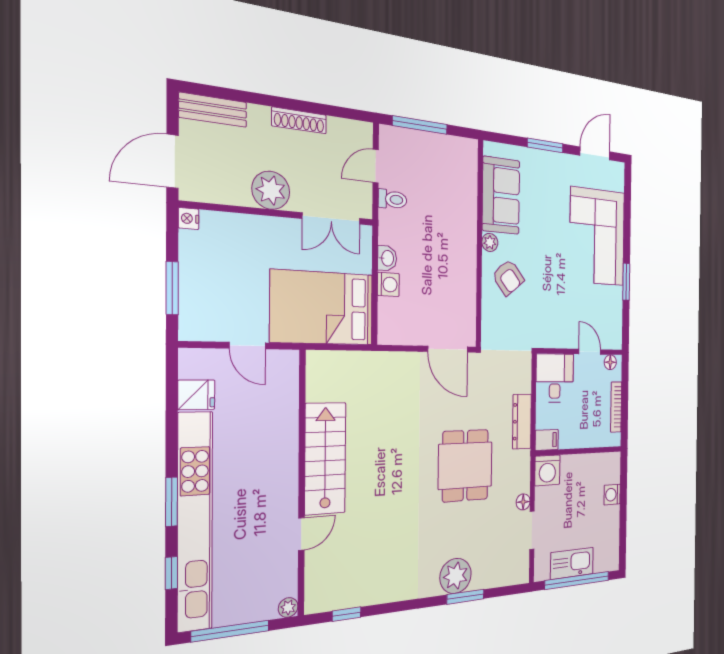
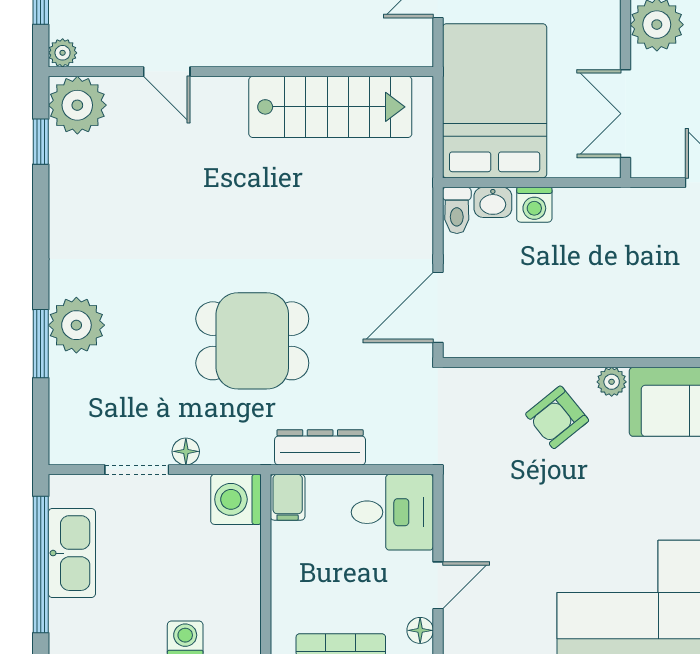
toilet: (392, 199) -> (457, 210), moved
washbasin: (387, 258) -> (493, 202), moved
stairs: (325, 458) -> (330, 107), moved
plant: (323, 593) -> (77, 105), added

